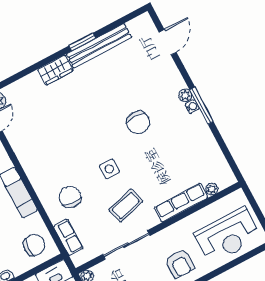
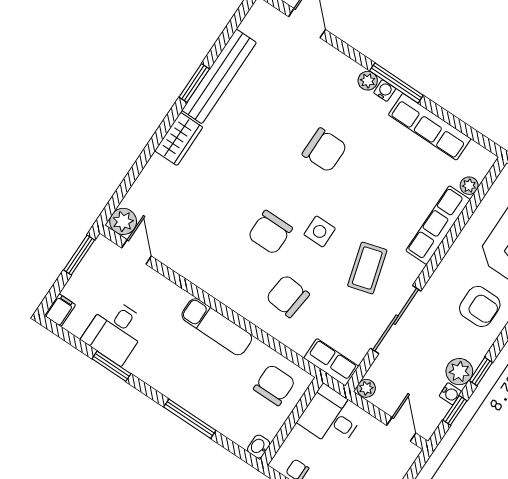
row of seats: (207, 142) -> (430, 127), added
chair: (80, 154) -> (270, 232), added
row of seats: (68, 237) -> (331, 362), moved

